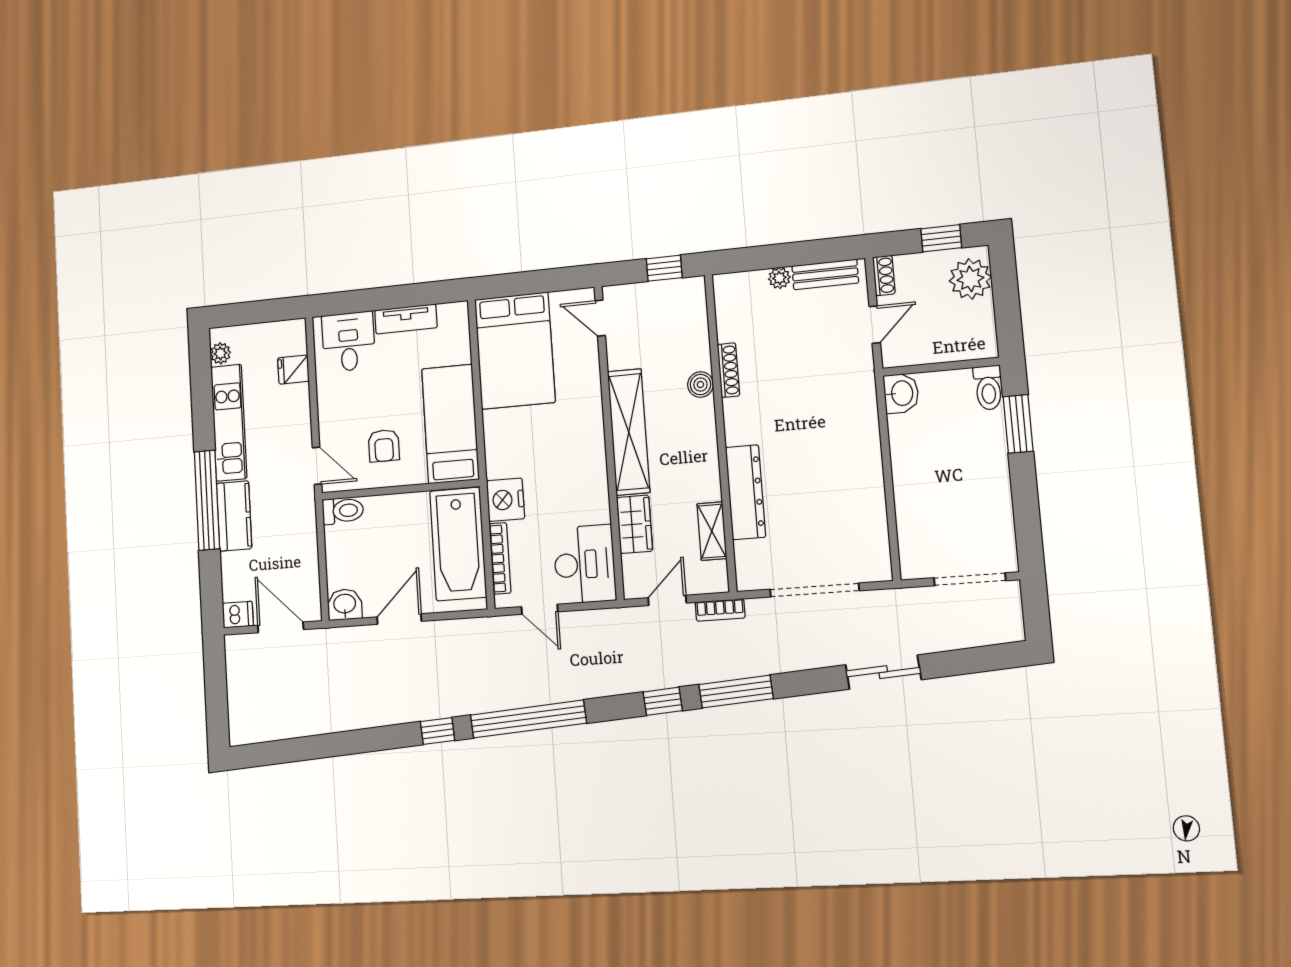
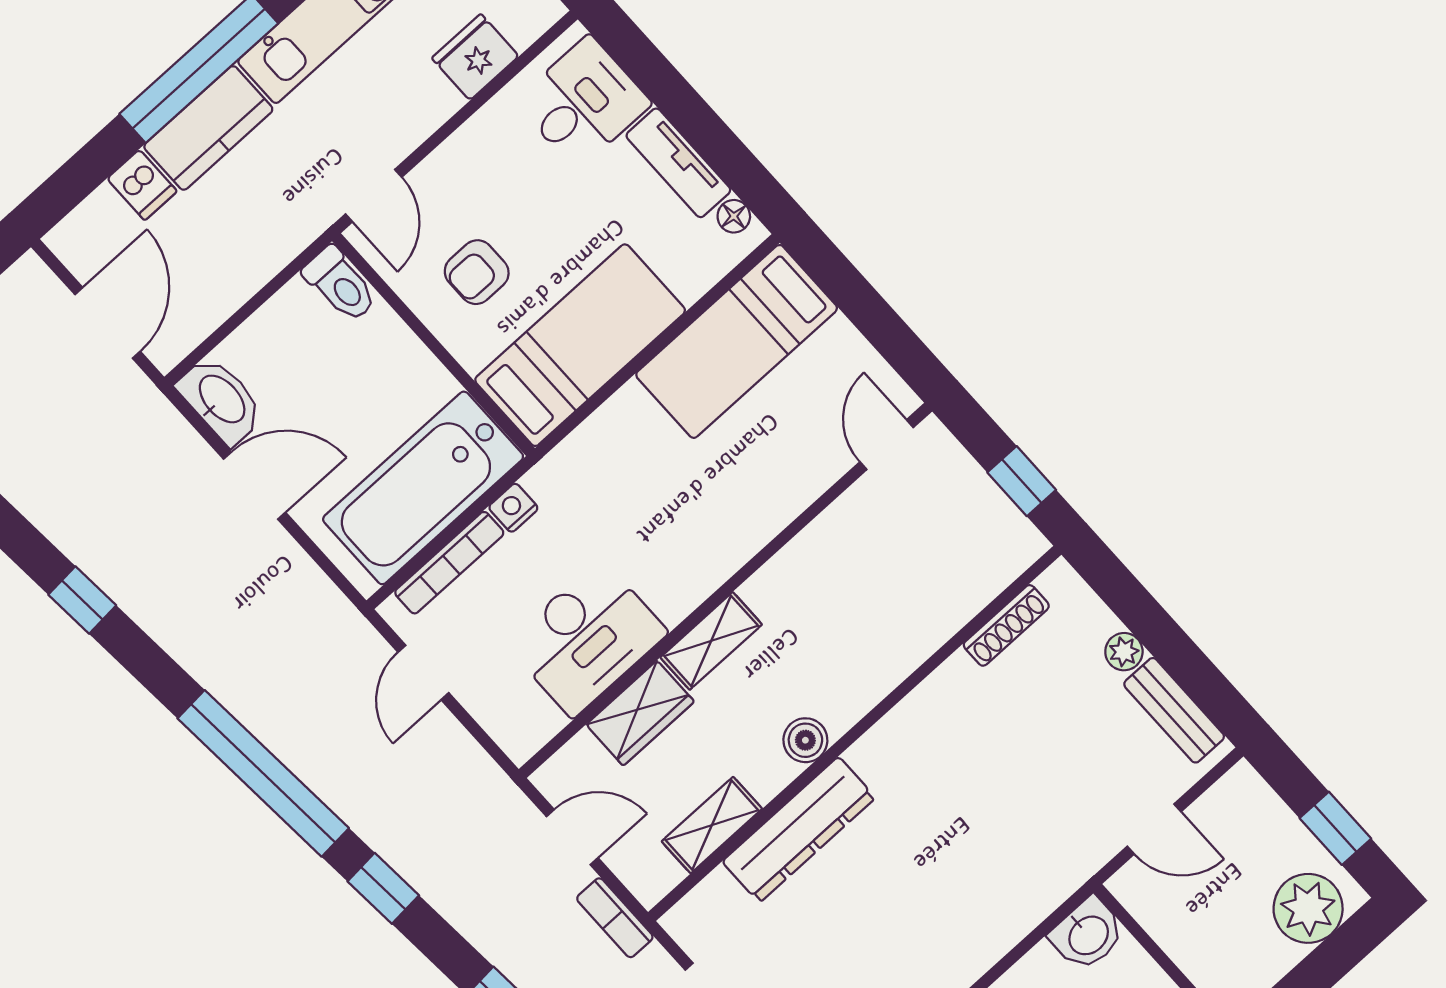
shoe rack: (884, 275) -> (1230, 790), removed
floor lamp: (447, 312) -> (734, 216), added
bed: (515, 351) -> (737, 341), width x0.67
fridge: (293, 370) -> (475, 57), width x1.38
shoe rack: (728, 370) -> (1006, 625), moved
boiler: (700, 385) -> (805, 740), moved
shelving: (629, 432) -> (711, 641), width x0.45, depth x0.75
nightstand: (505, 500) -> (513, 508), width x0.53, depth x0.56
desk: (585, 564) -> (587, 638), moved
washbasin: (345, 604) -> (221, 400), width x1.38
dishwasher: (238, 615) -> (142, 185), moved
window: (663, 701) -> (383, 888), moved
window: (438, 731) -> (82, 600), moved

